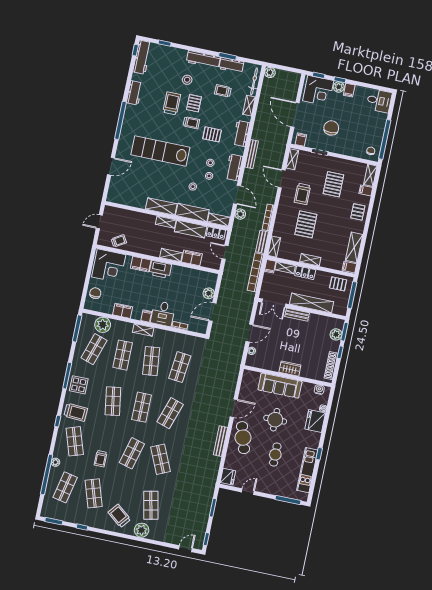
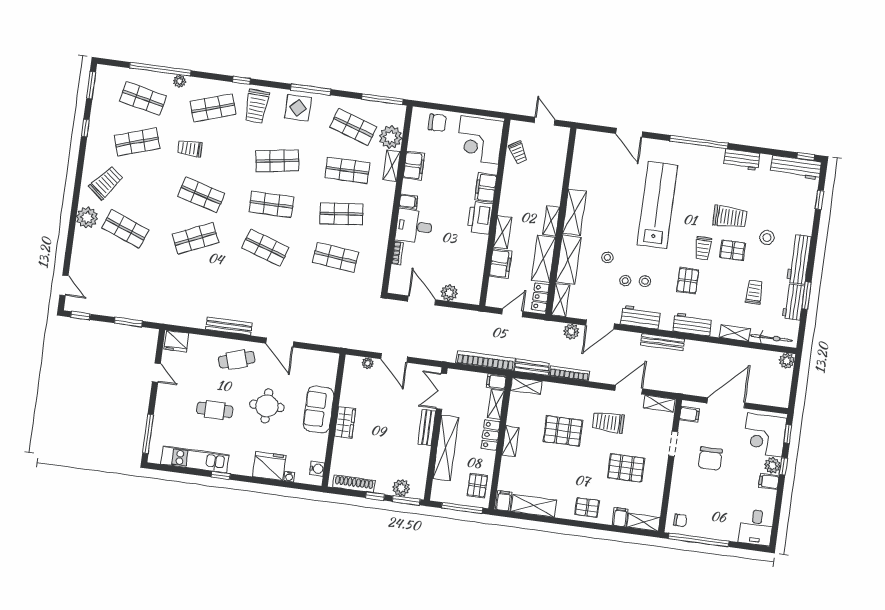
chair: (331, 128) -> (710, 459), turned 90
shelving: (143, 330) -> (392, 166), moved
sofa: (280, 386) -> (319, 409), width x0.73
cafe table: (243, 438) -> (237, 360), width x0.73, depth x0.74
shop shelf: (151, 505) -> (125, 229), turned 33

